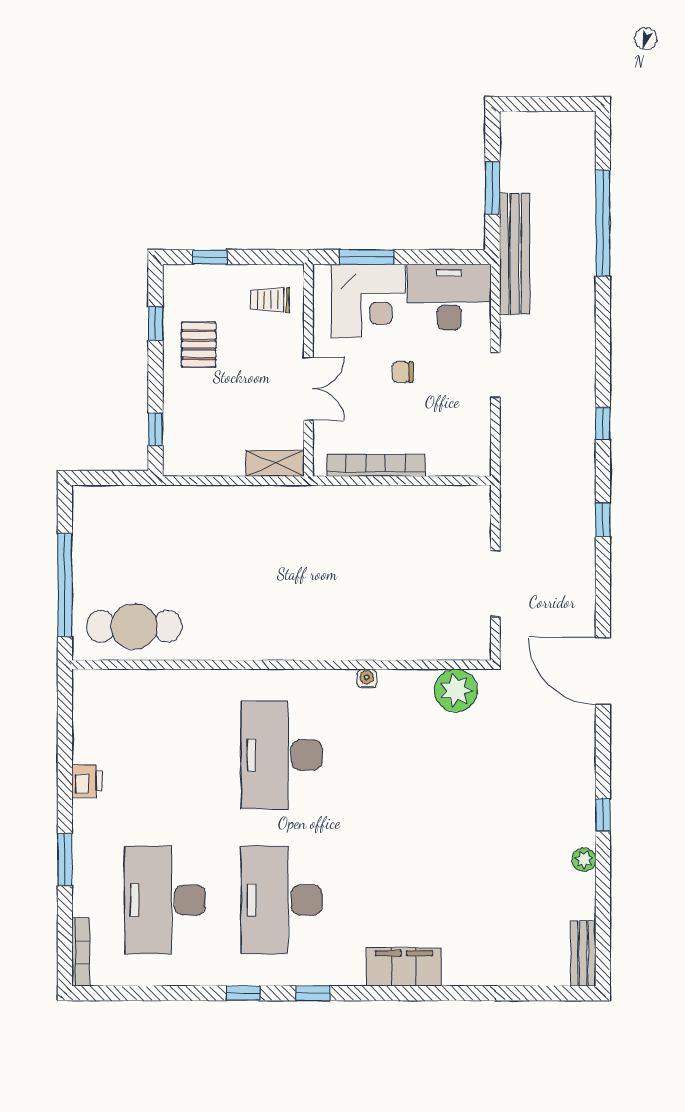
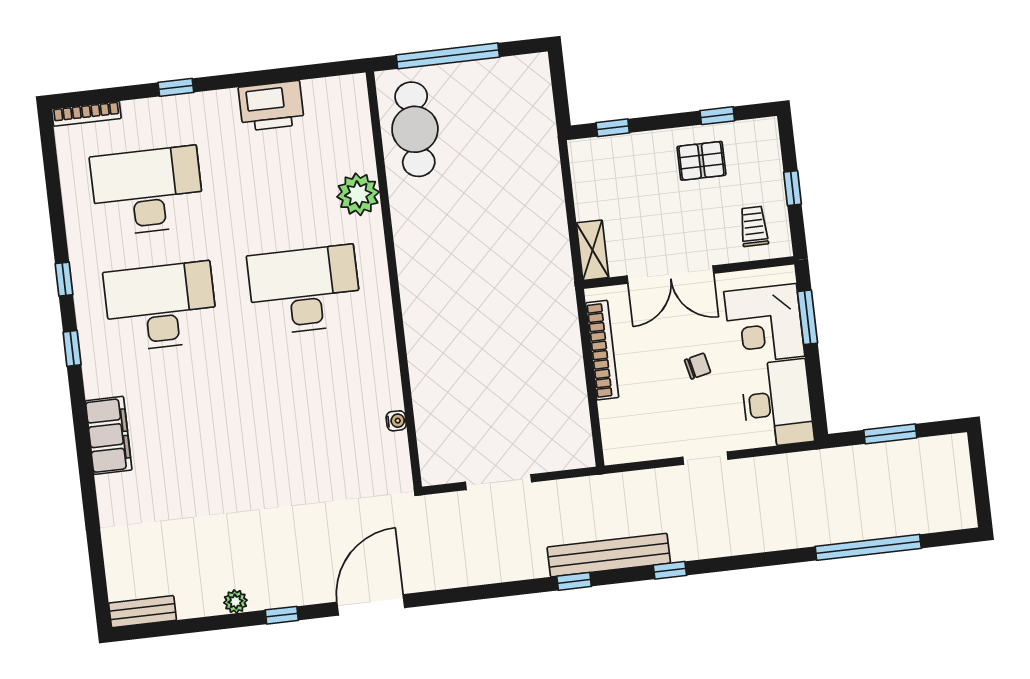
bench: (515, 254) -> (609, 555), moved
window: (210, 257) -> (793, 188), moved
chair: (403, 372) -> (698, 366), turned 77
double door: (308, 389) -> (670, 275), width x1.37
door: (603, 671) -> (371, 605), moved
water cooler: (367, 679) -> (396, 421), moved
plant: (456, 690) -> (358, 194), moved
printer: (87, 781) -> (271, 106), width x1.87, depth x1.48
window: (65, 860) -> (176, 87), width x0.67

